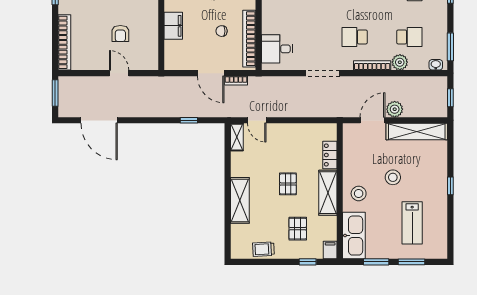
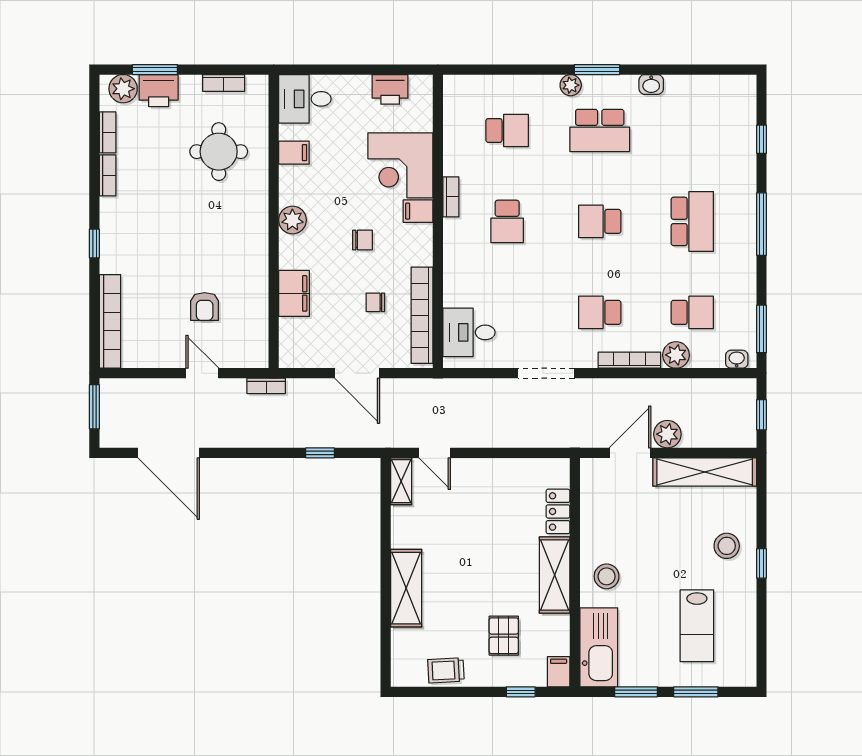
bookcase: (236, 81) -> (266, 386), moved
stool: (393, 177) -> (727, 546), moved
pallet: (288, 184) -> (487, 560), removed

